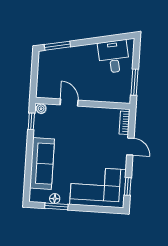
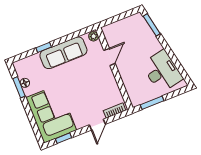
desk: (114, 57) -> (162, 71), width x1.37
window: (31, 121) -> (44, 47), moved
sofa: (42, 163) -> (63, 53), moved

